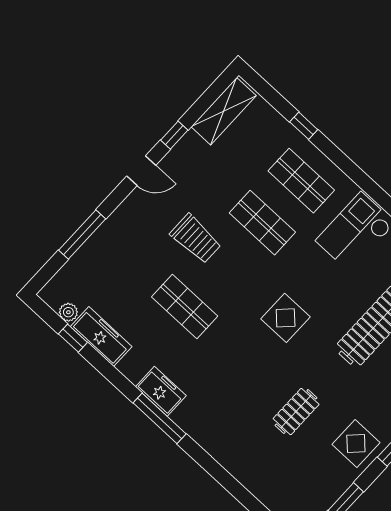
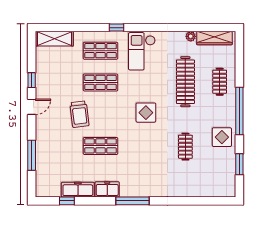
shelving: (224, 111) -> (54, 39), moved, turned 90
window: (304, 126) -> (116, 28), moved
trolley: (196, 239) -> (79, 114), turned 83
plant: (68, 312) -> (55, 192), removed
freezer: (161, 391) -> (107, 189), moved

